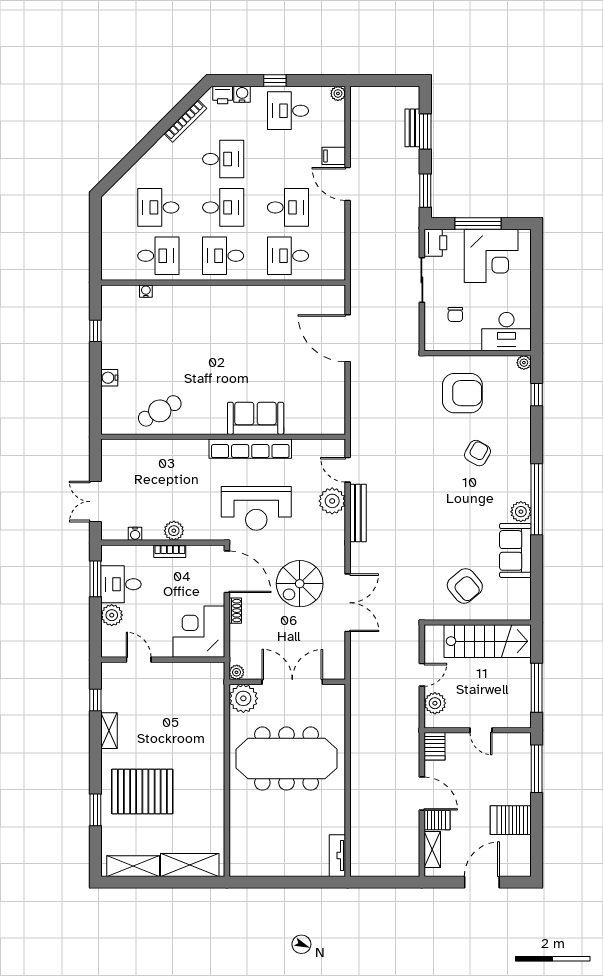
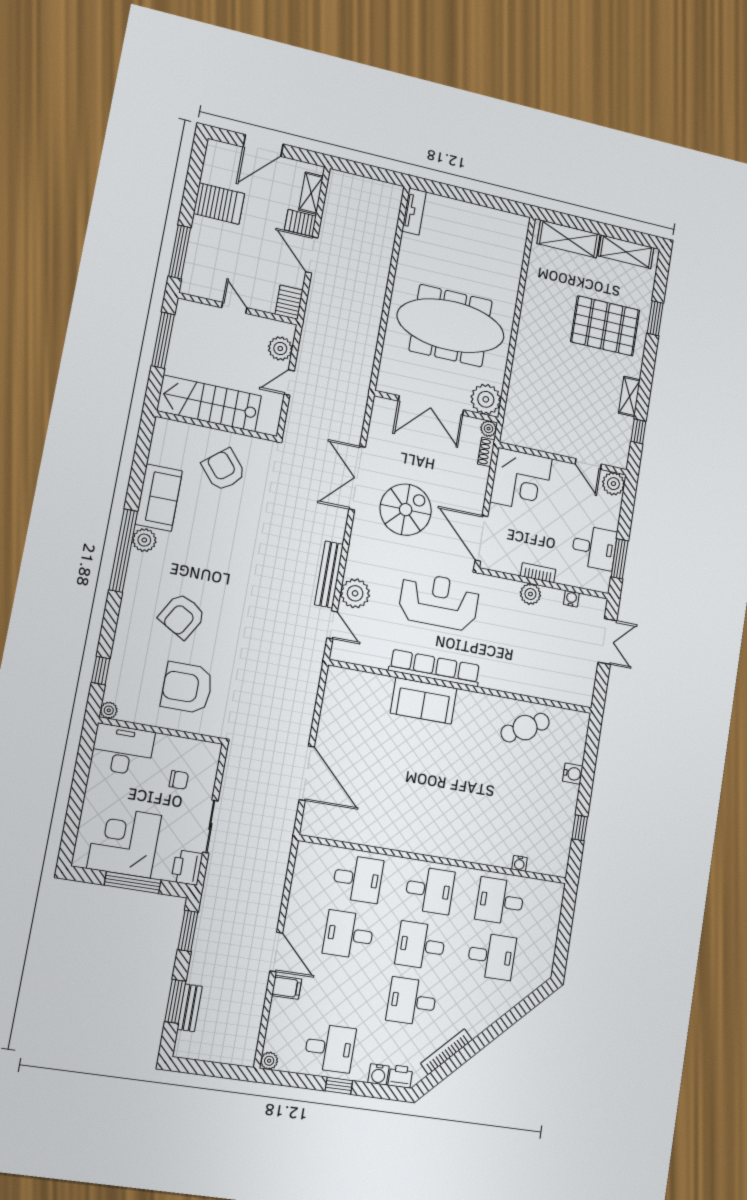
chair: (455, 314) -> (179, 780), turned 90
armchair: (477, 453) -> (182, 616), width x1.38, depth x1.38
shoe rack: (235, 611) -> (486, 452), moved
plant: (112, 615) -> (613, 484), moved

